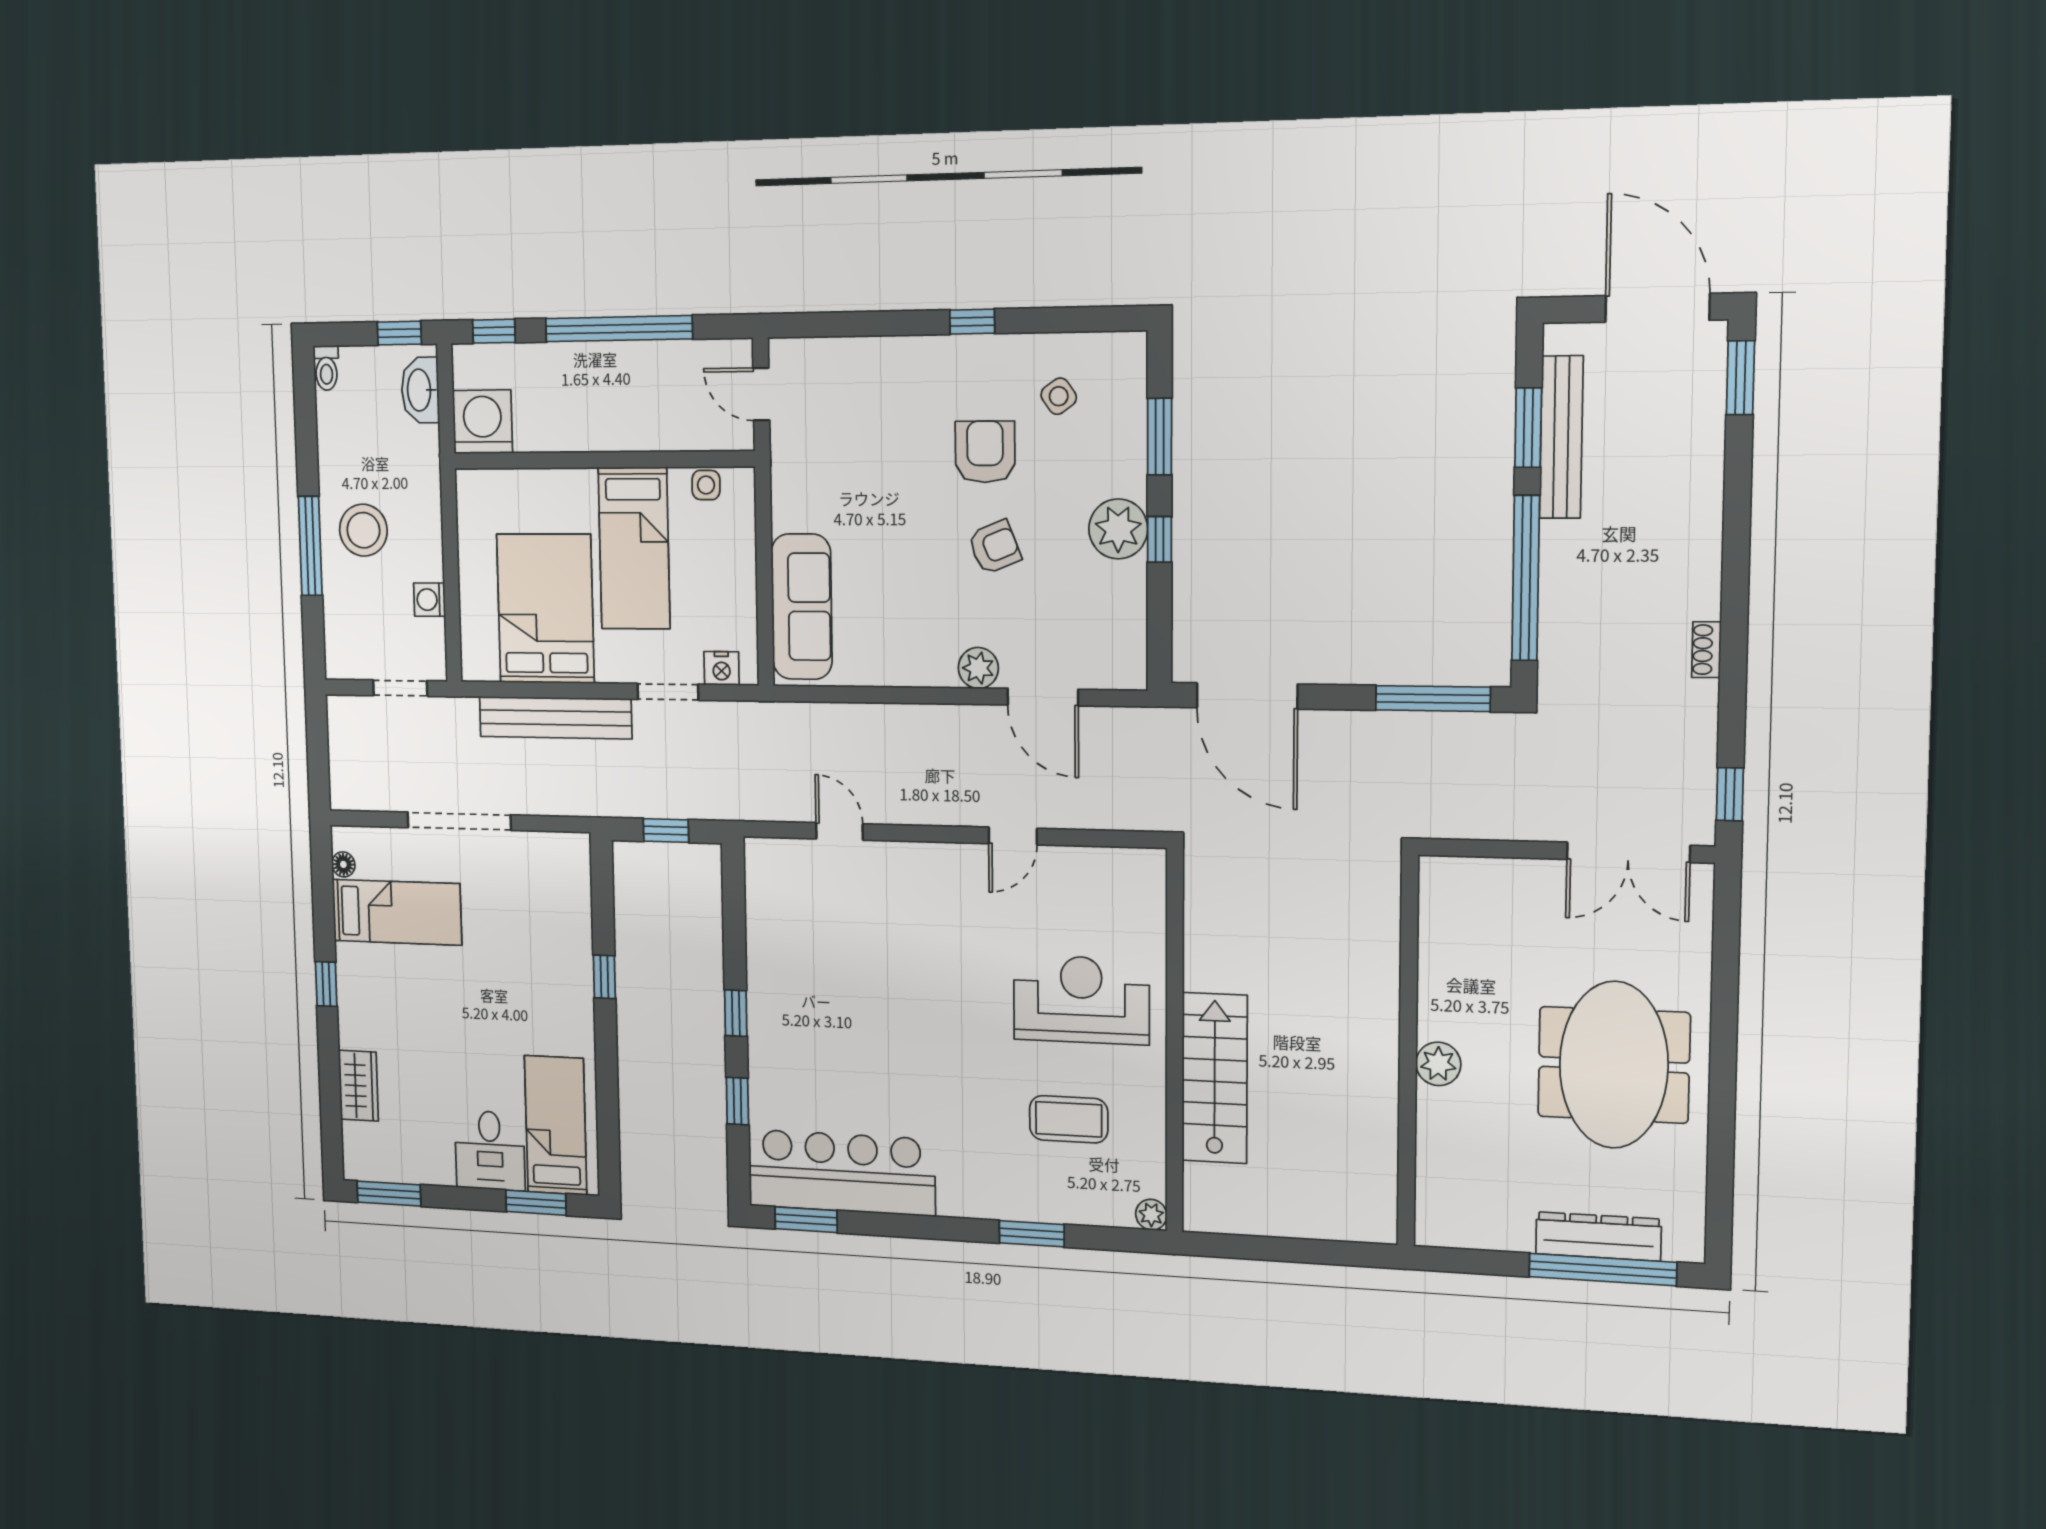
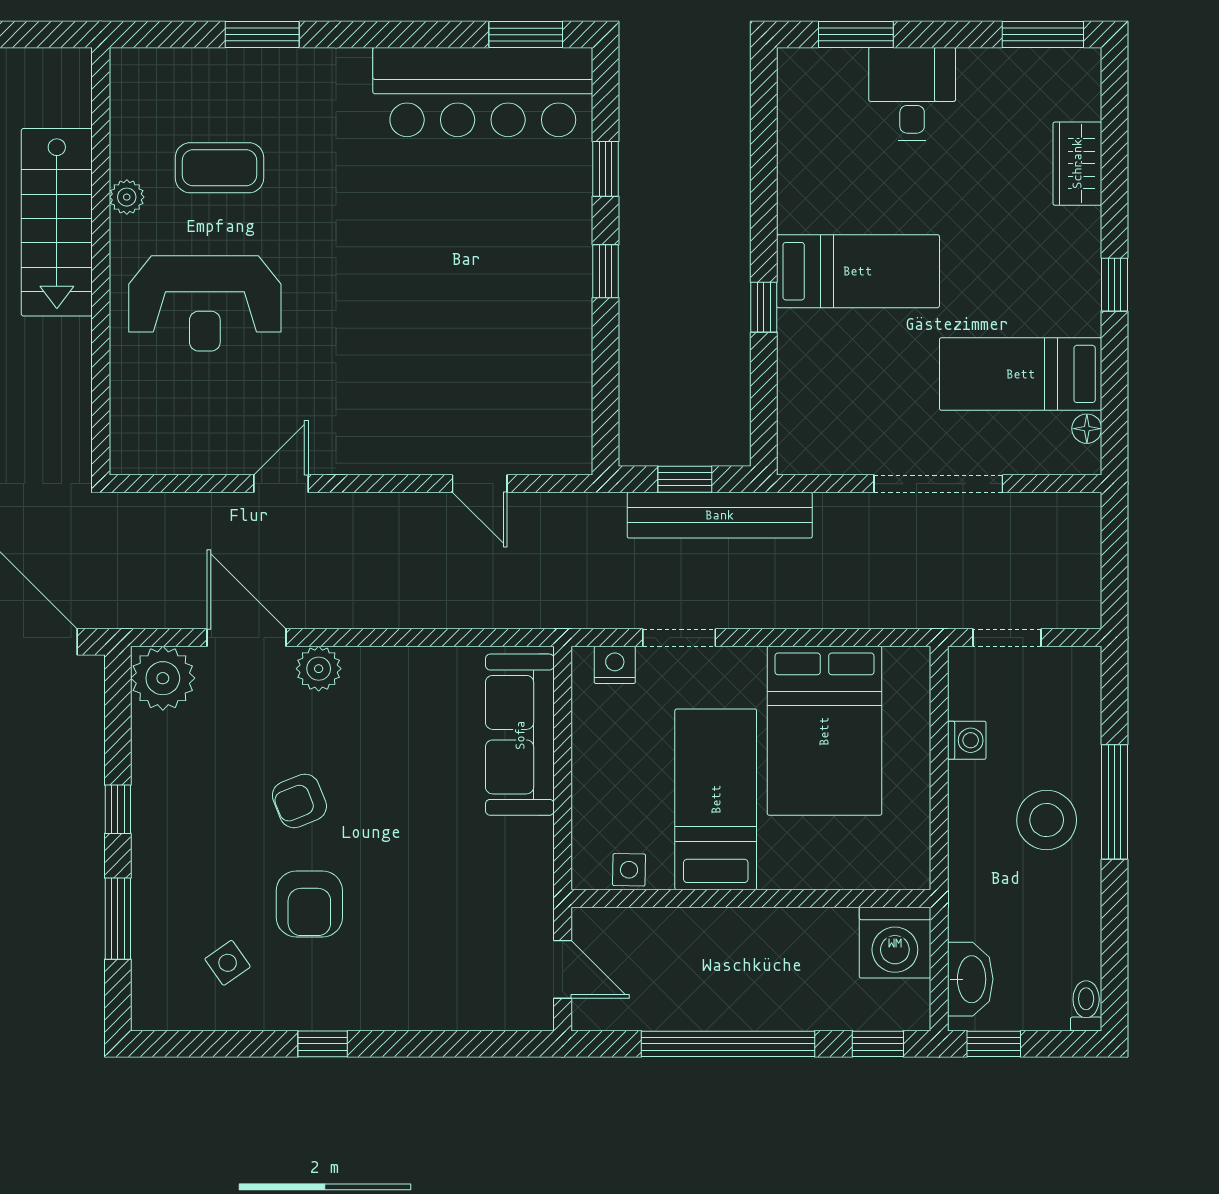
plant: (1118, 529) -> (163, 678), moved
bench: (555, 718) -> (720, 515), moved
bed: (556, 1125) -> (858, 271), moved, turned -90
plant: (1151, 1215) -> (127, 197), moved

